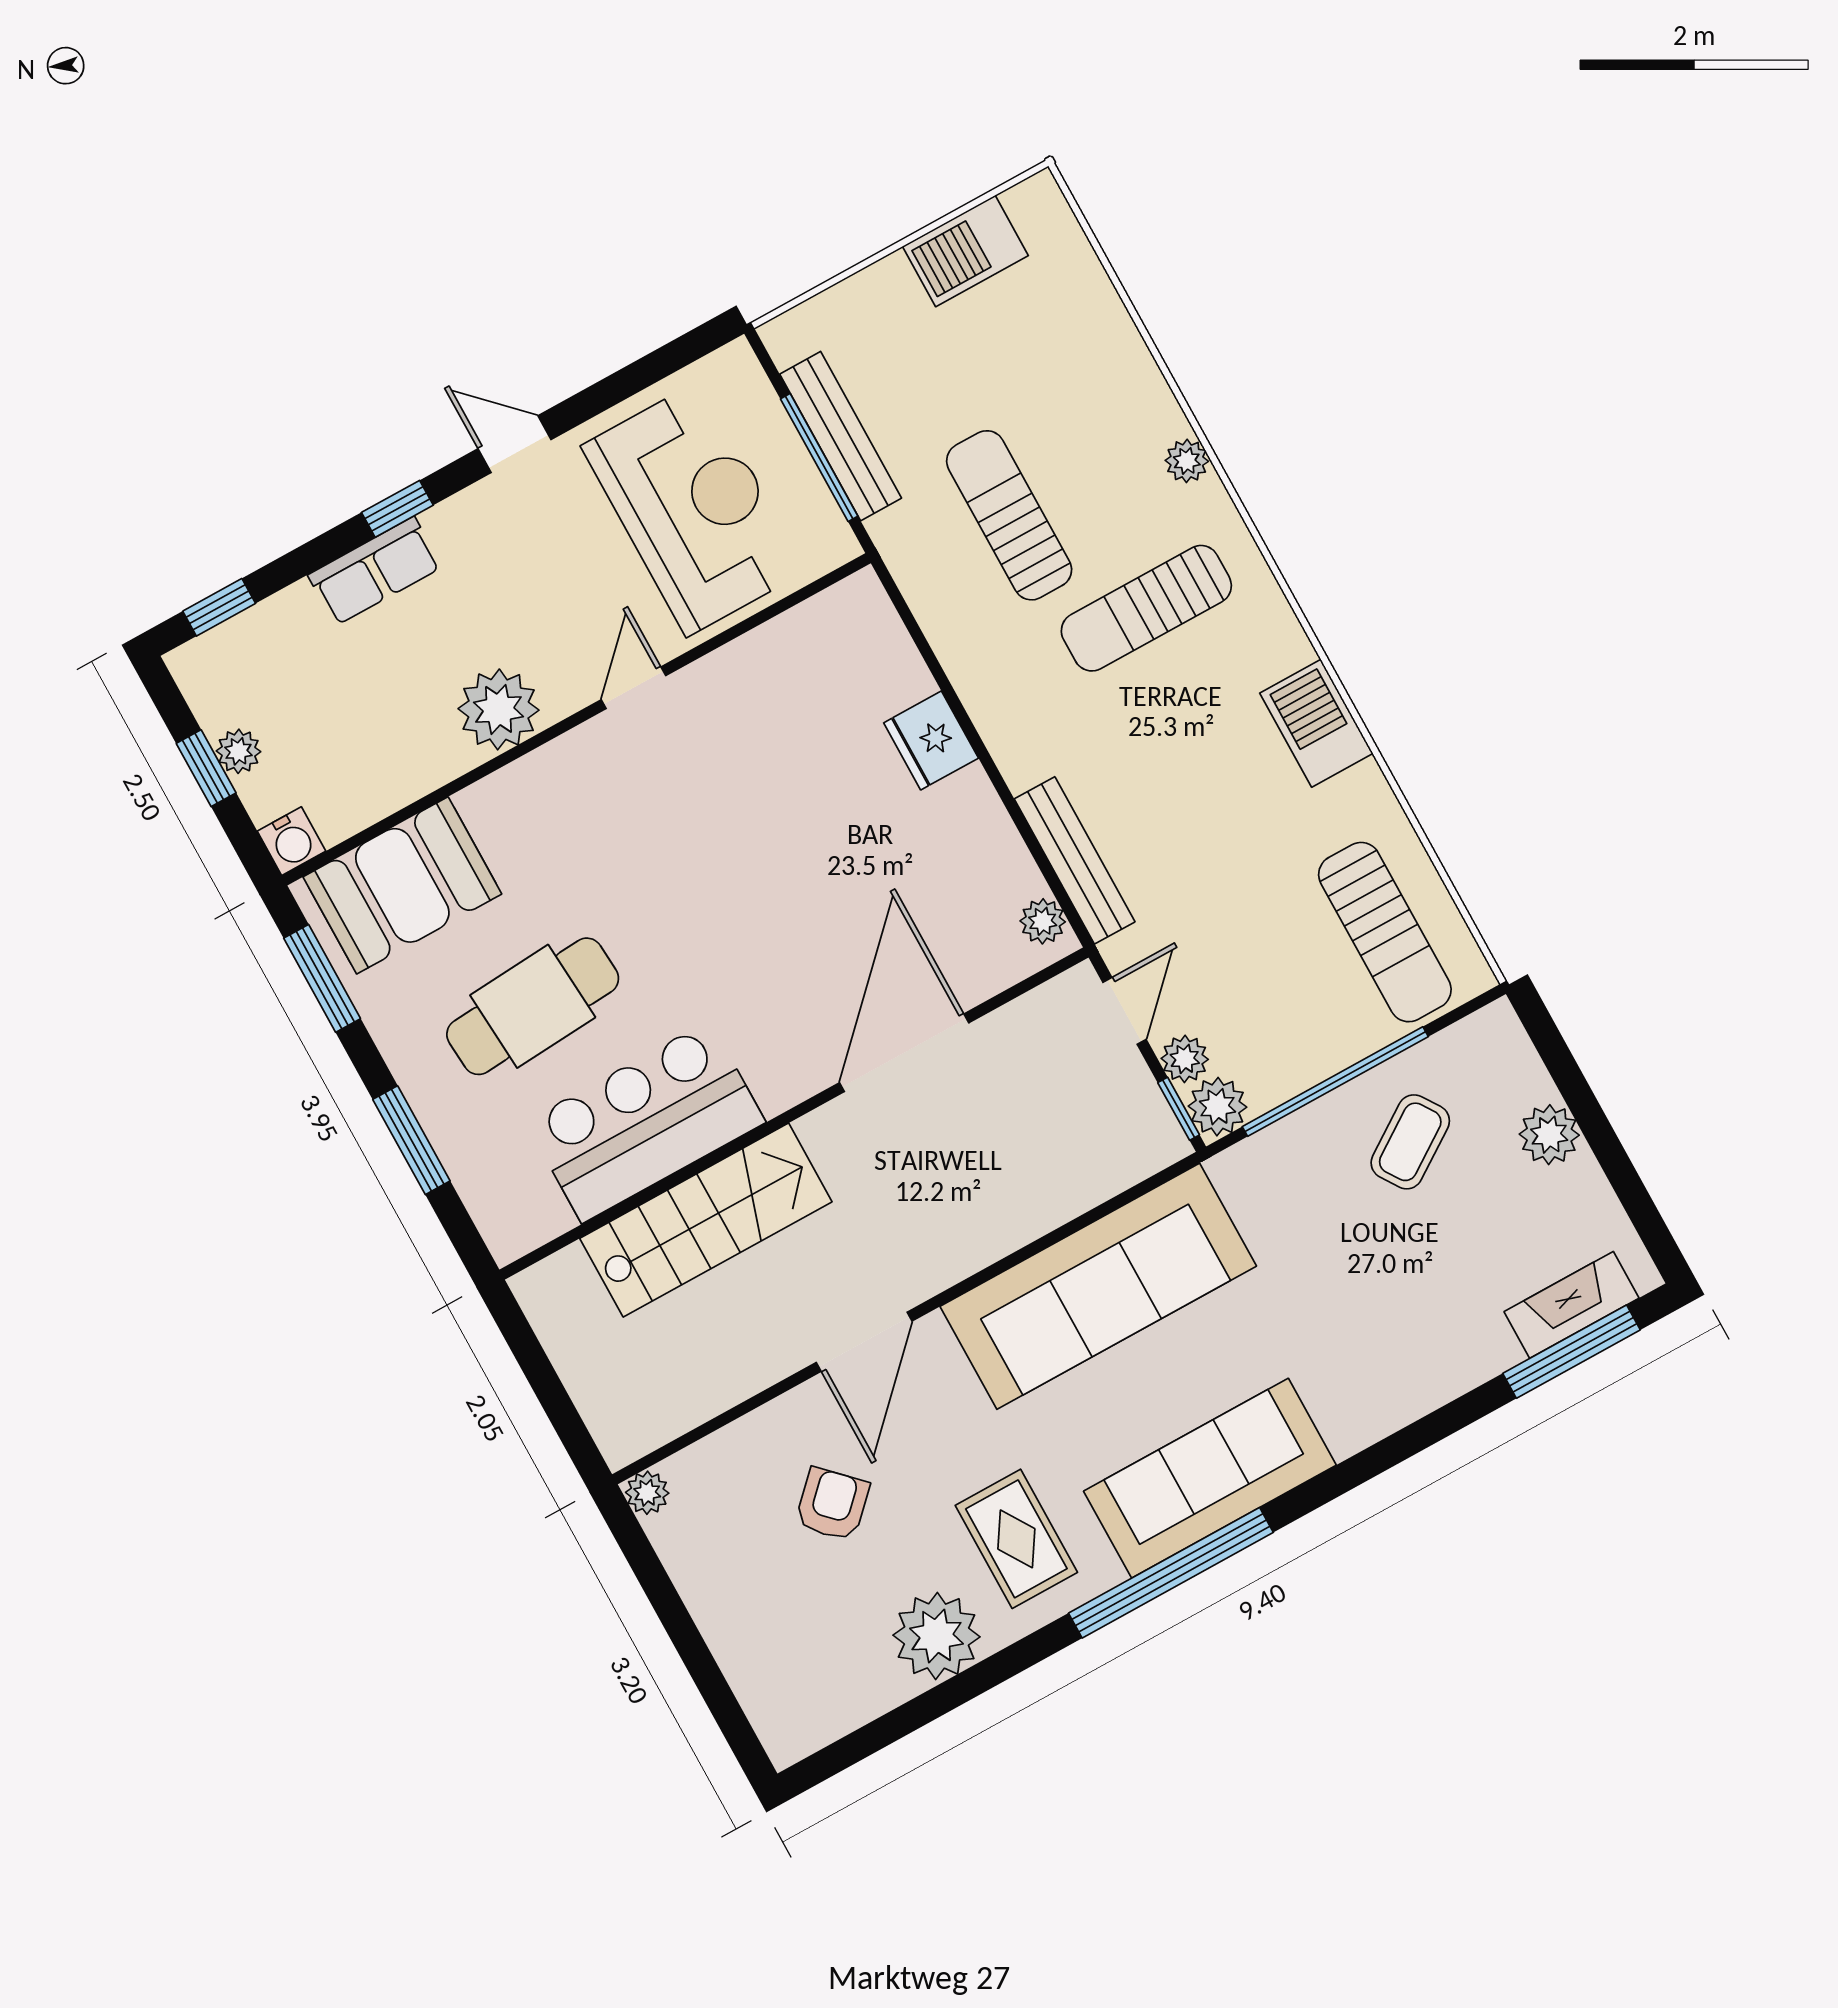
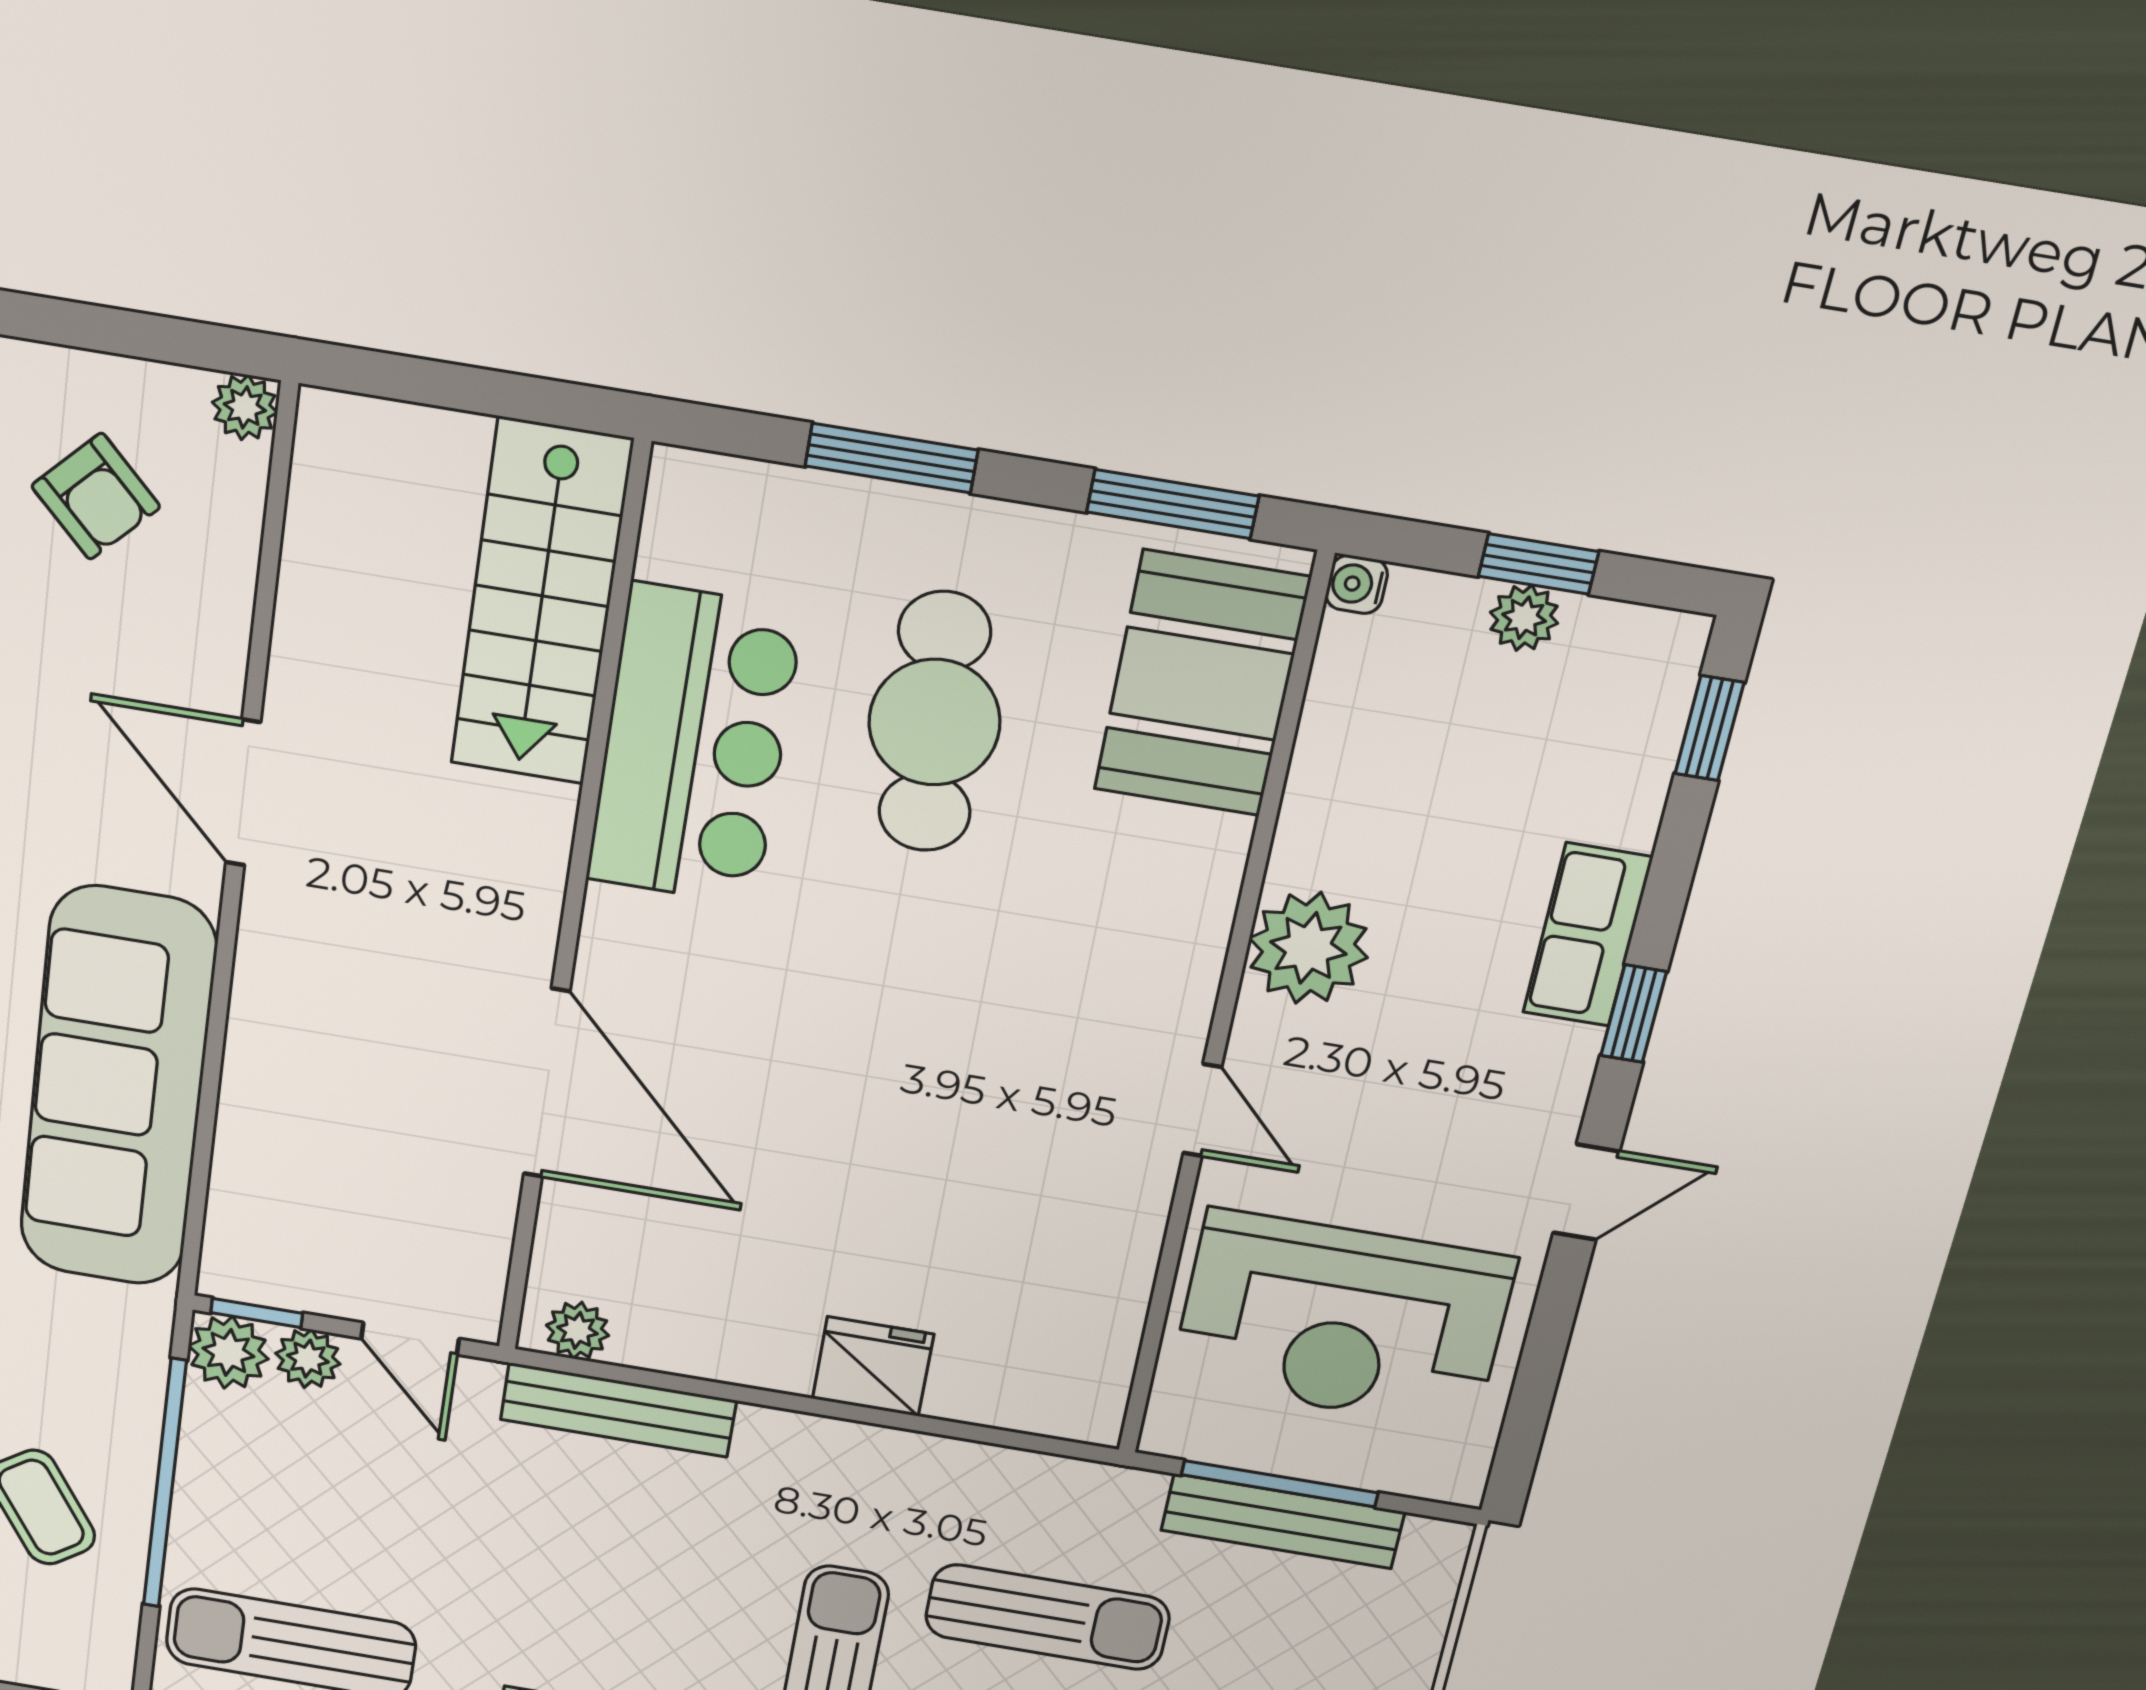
water cooler: (292, 841) -> (1357, 584), width x0.72, depth x0.72
stairs: (706, 1220) -> (541, 603), moved
armchair: (832, 1504) -> (96, 496), moved

